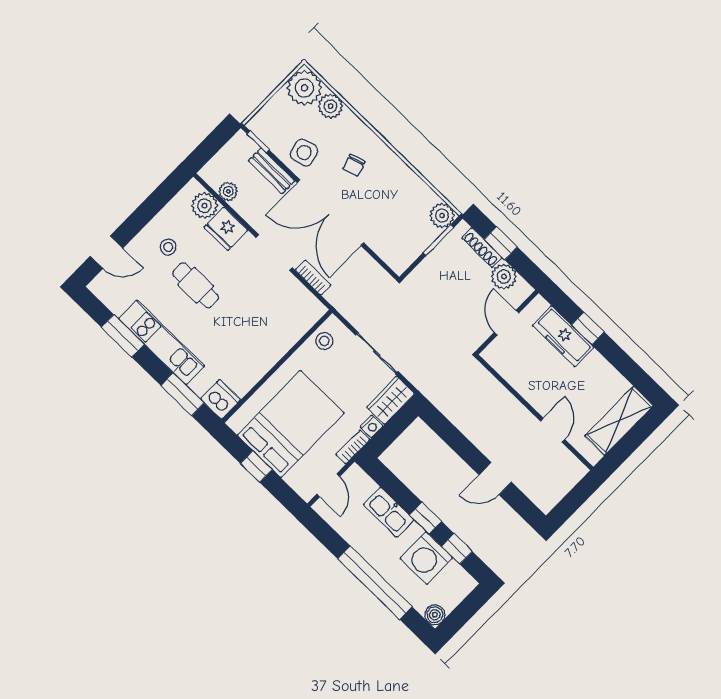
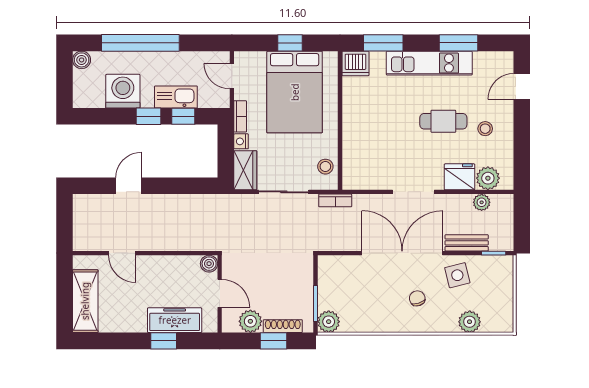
plant: (304, 88) -> (498, 317), removed
bookcase: (313, 277) -> (335, 200), moved
boiler: (492, 354) -> (209, 264), added
window: (457, 549) -> (183, 116), moved

